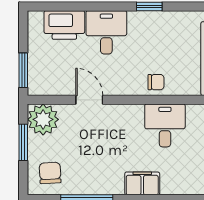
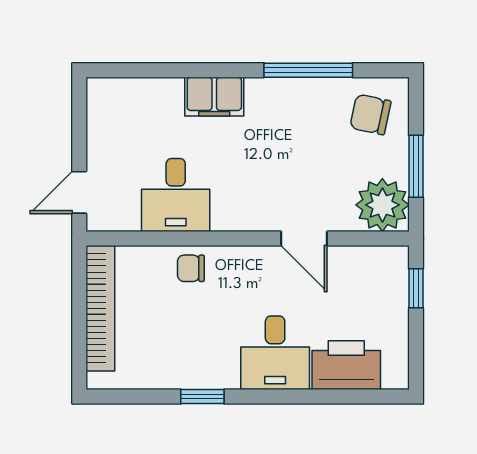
window: (23, 70) -> (416, 288), width x0.67
chair: (50, 173) -> (370, 114), turned 105

